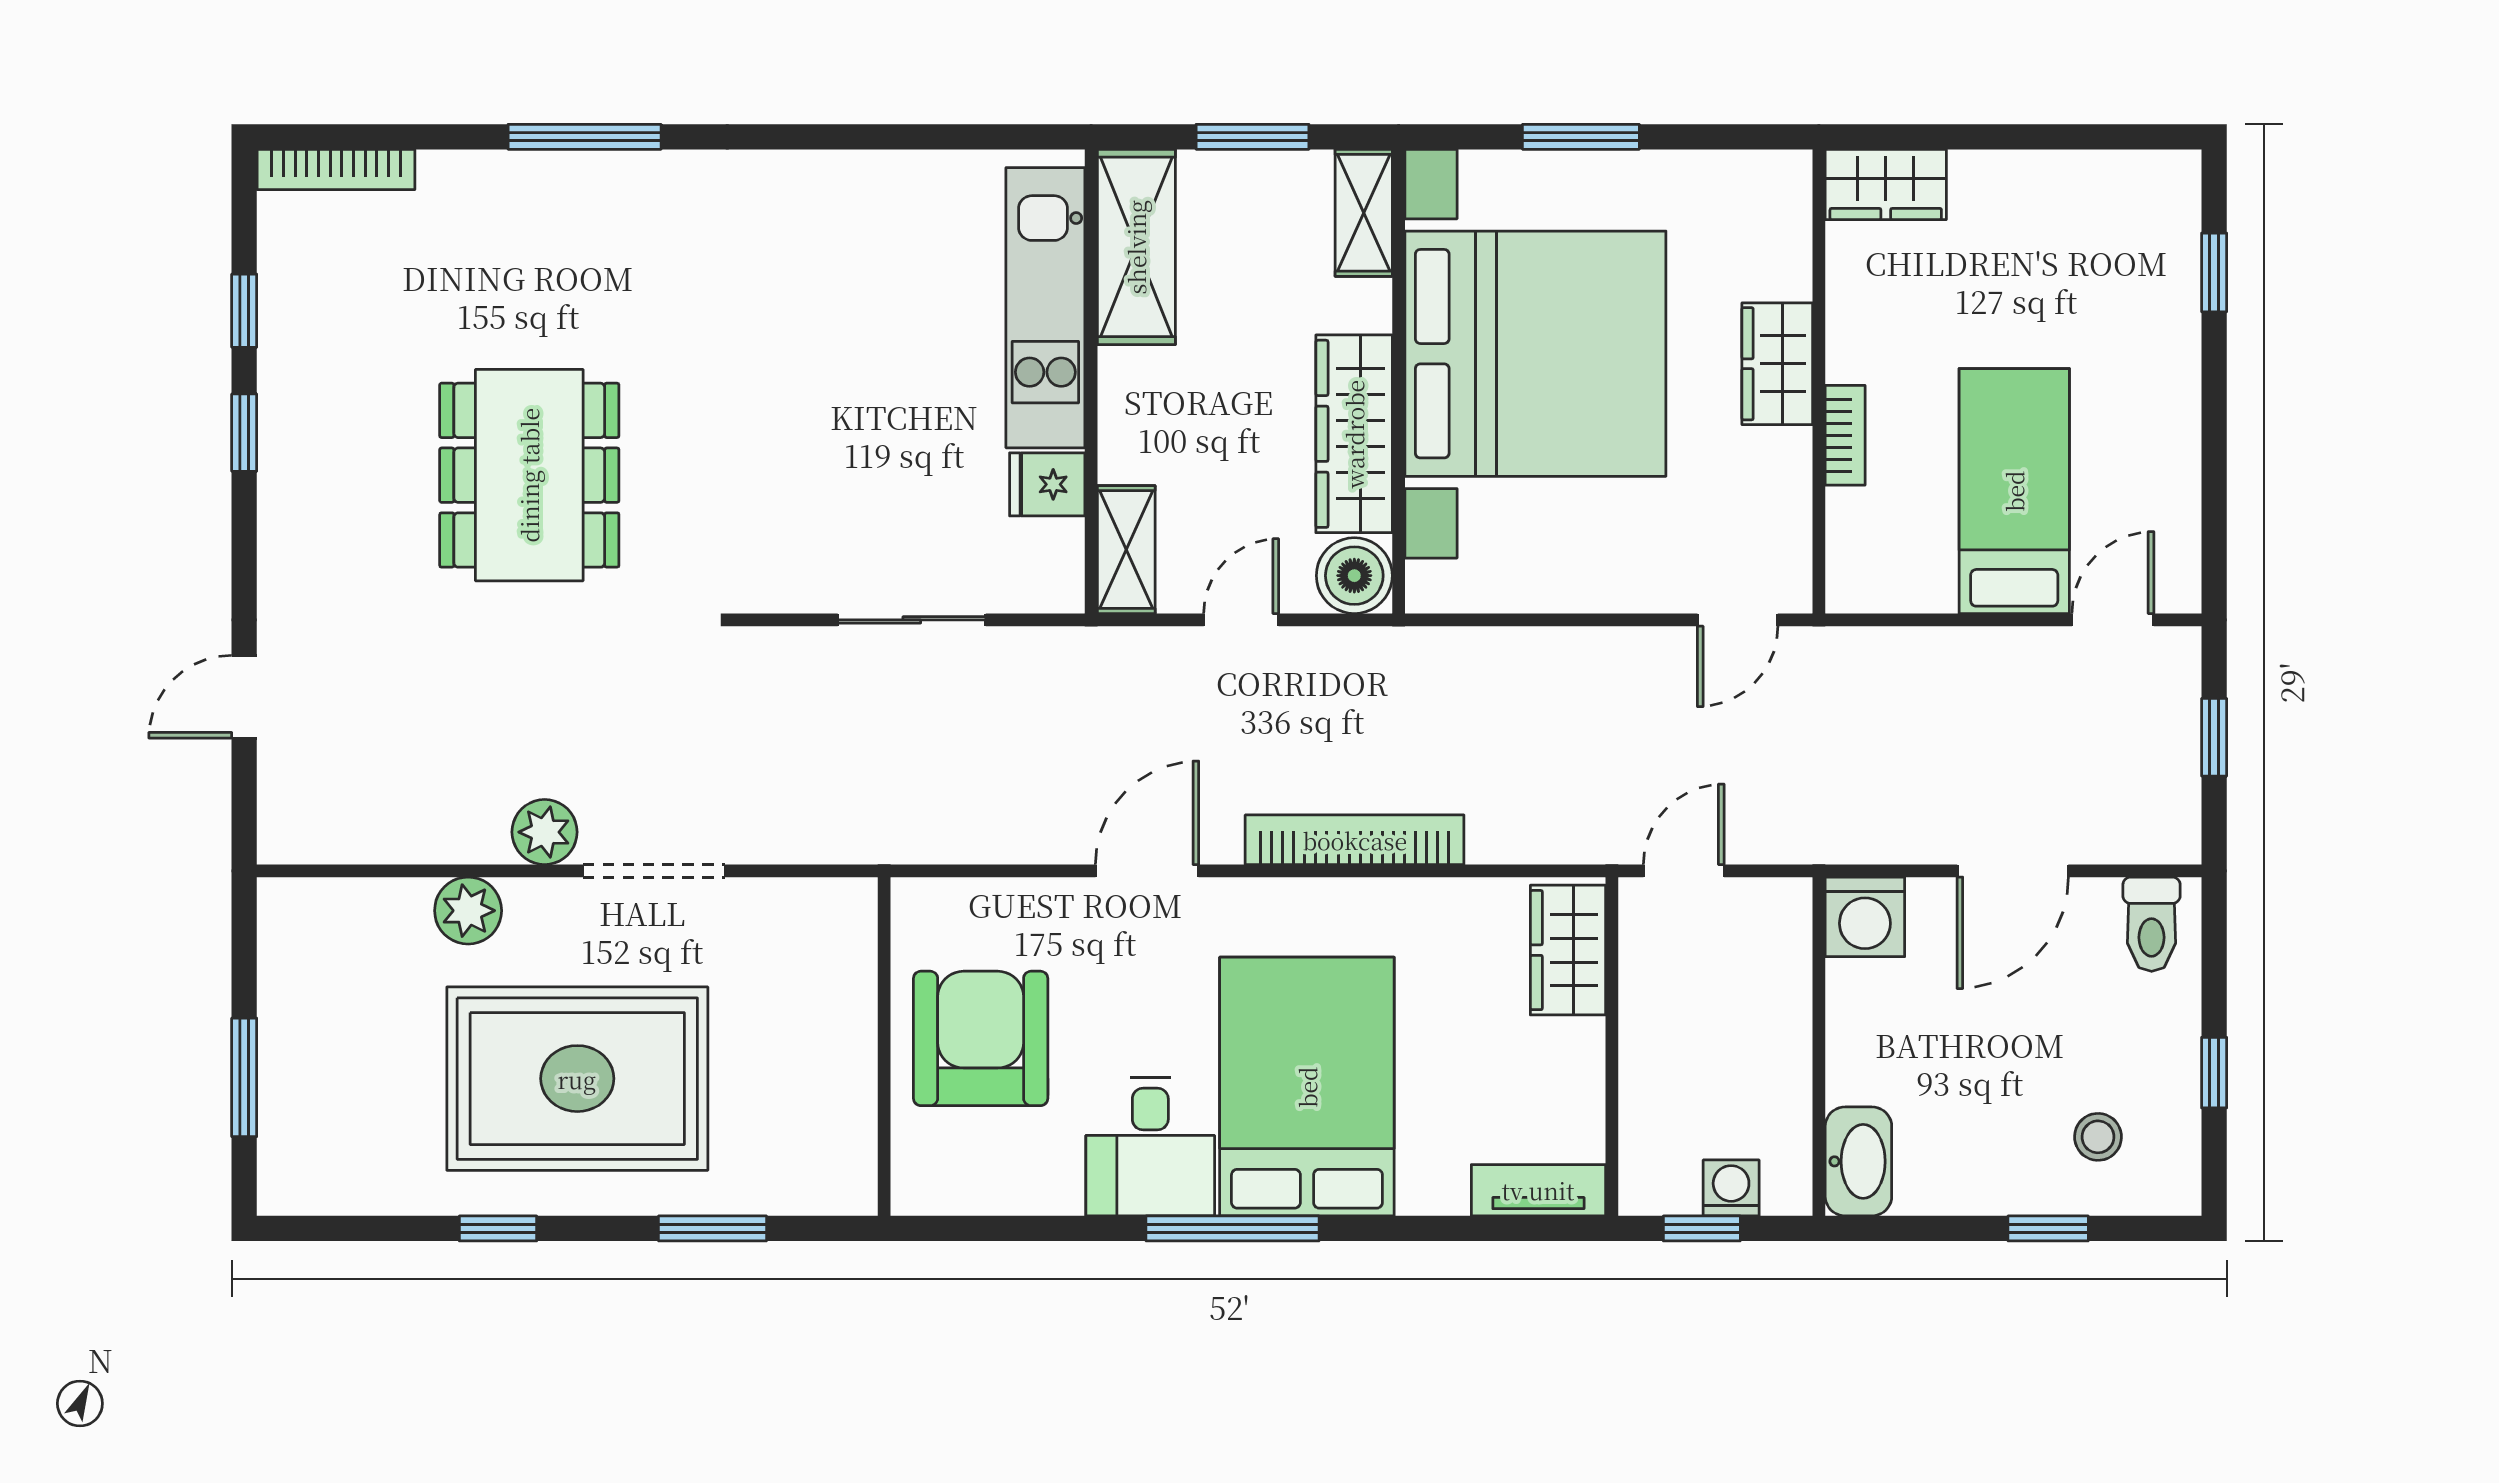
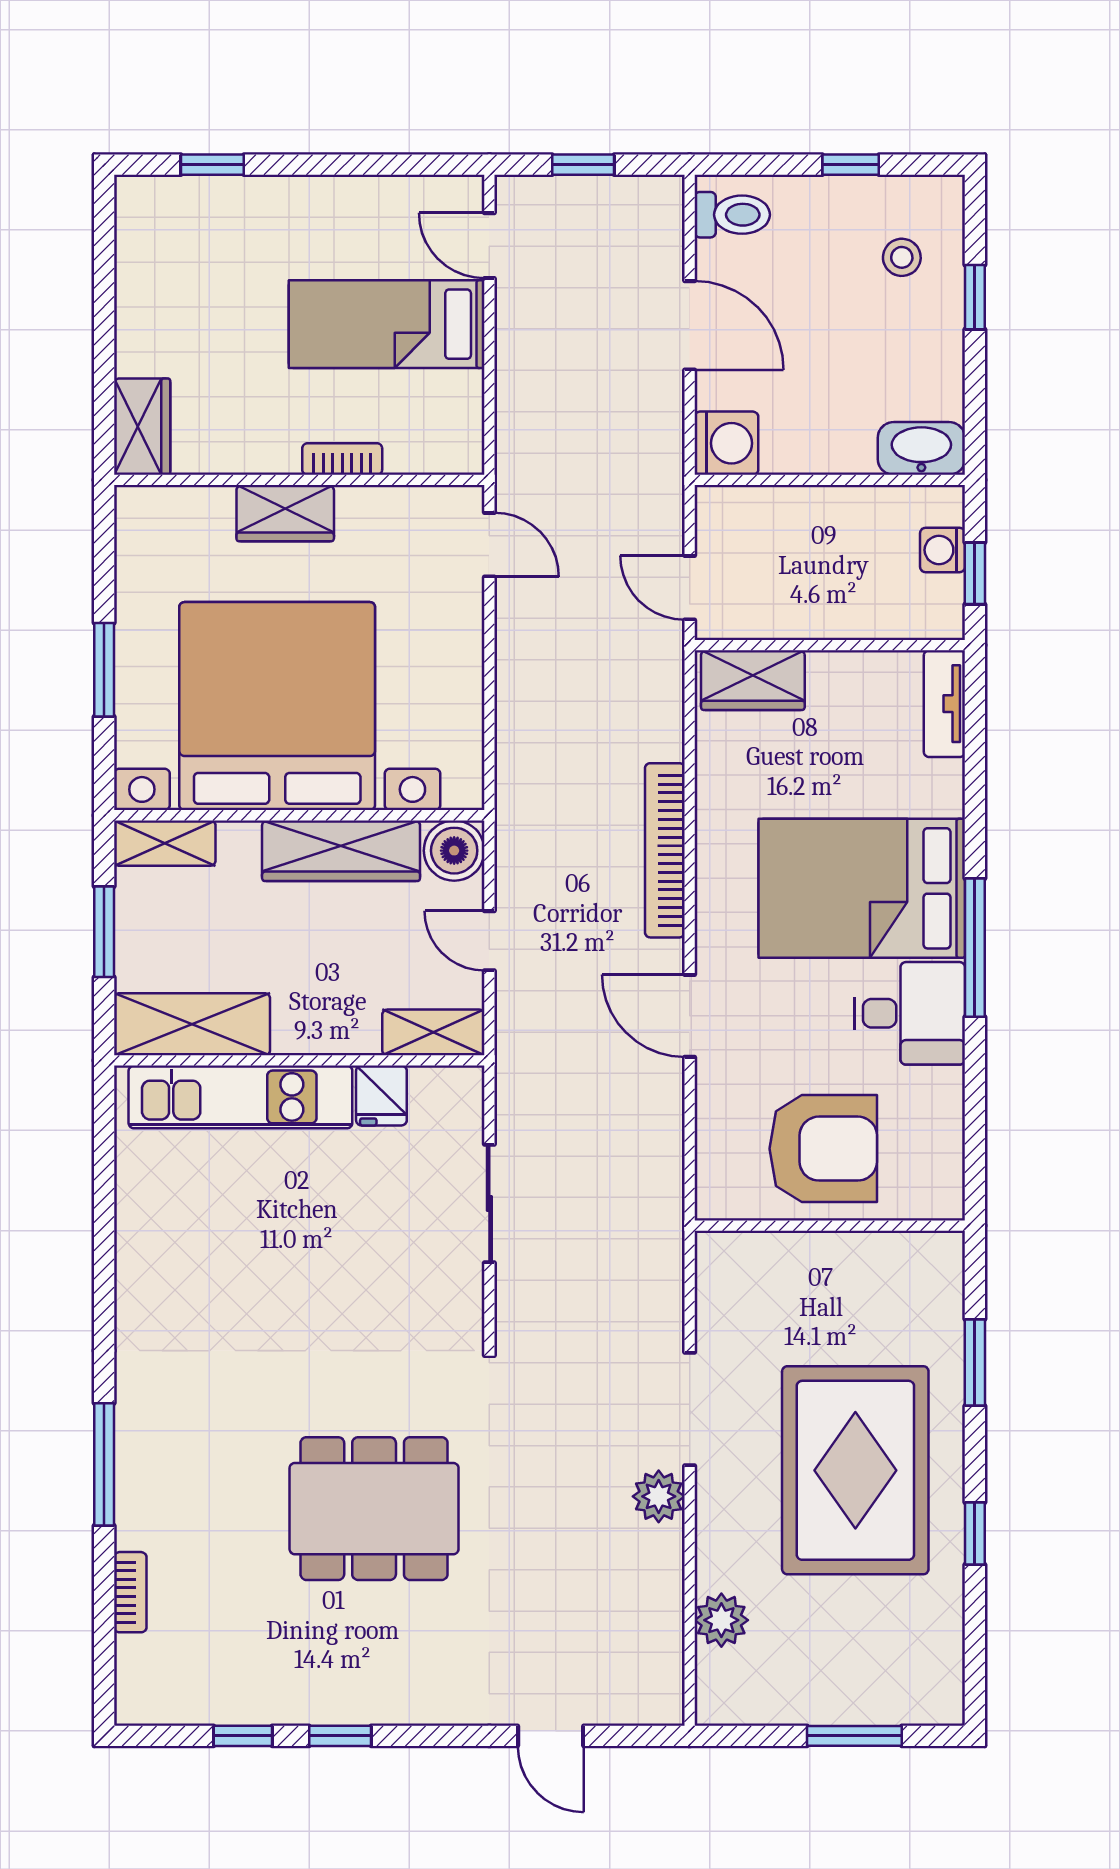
bookcase: (336, 170) -> (130, 1592), moved, width x0.64
plant: (468, 911) -> (721, 1620), moved
armchair: (981, 1038) -> (823, 1149), turned 180

